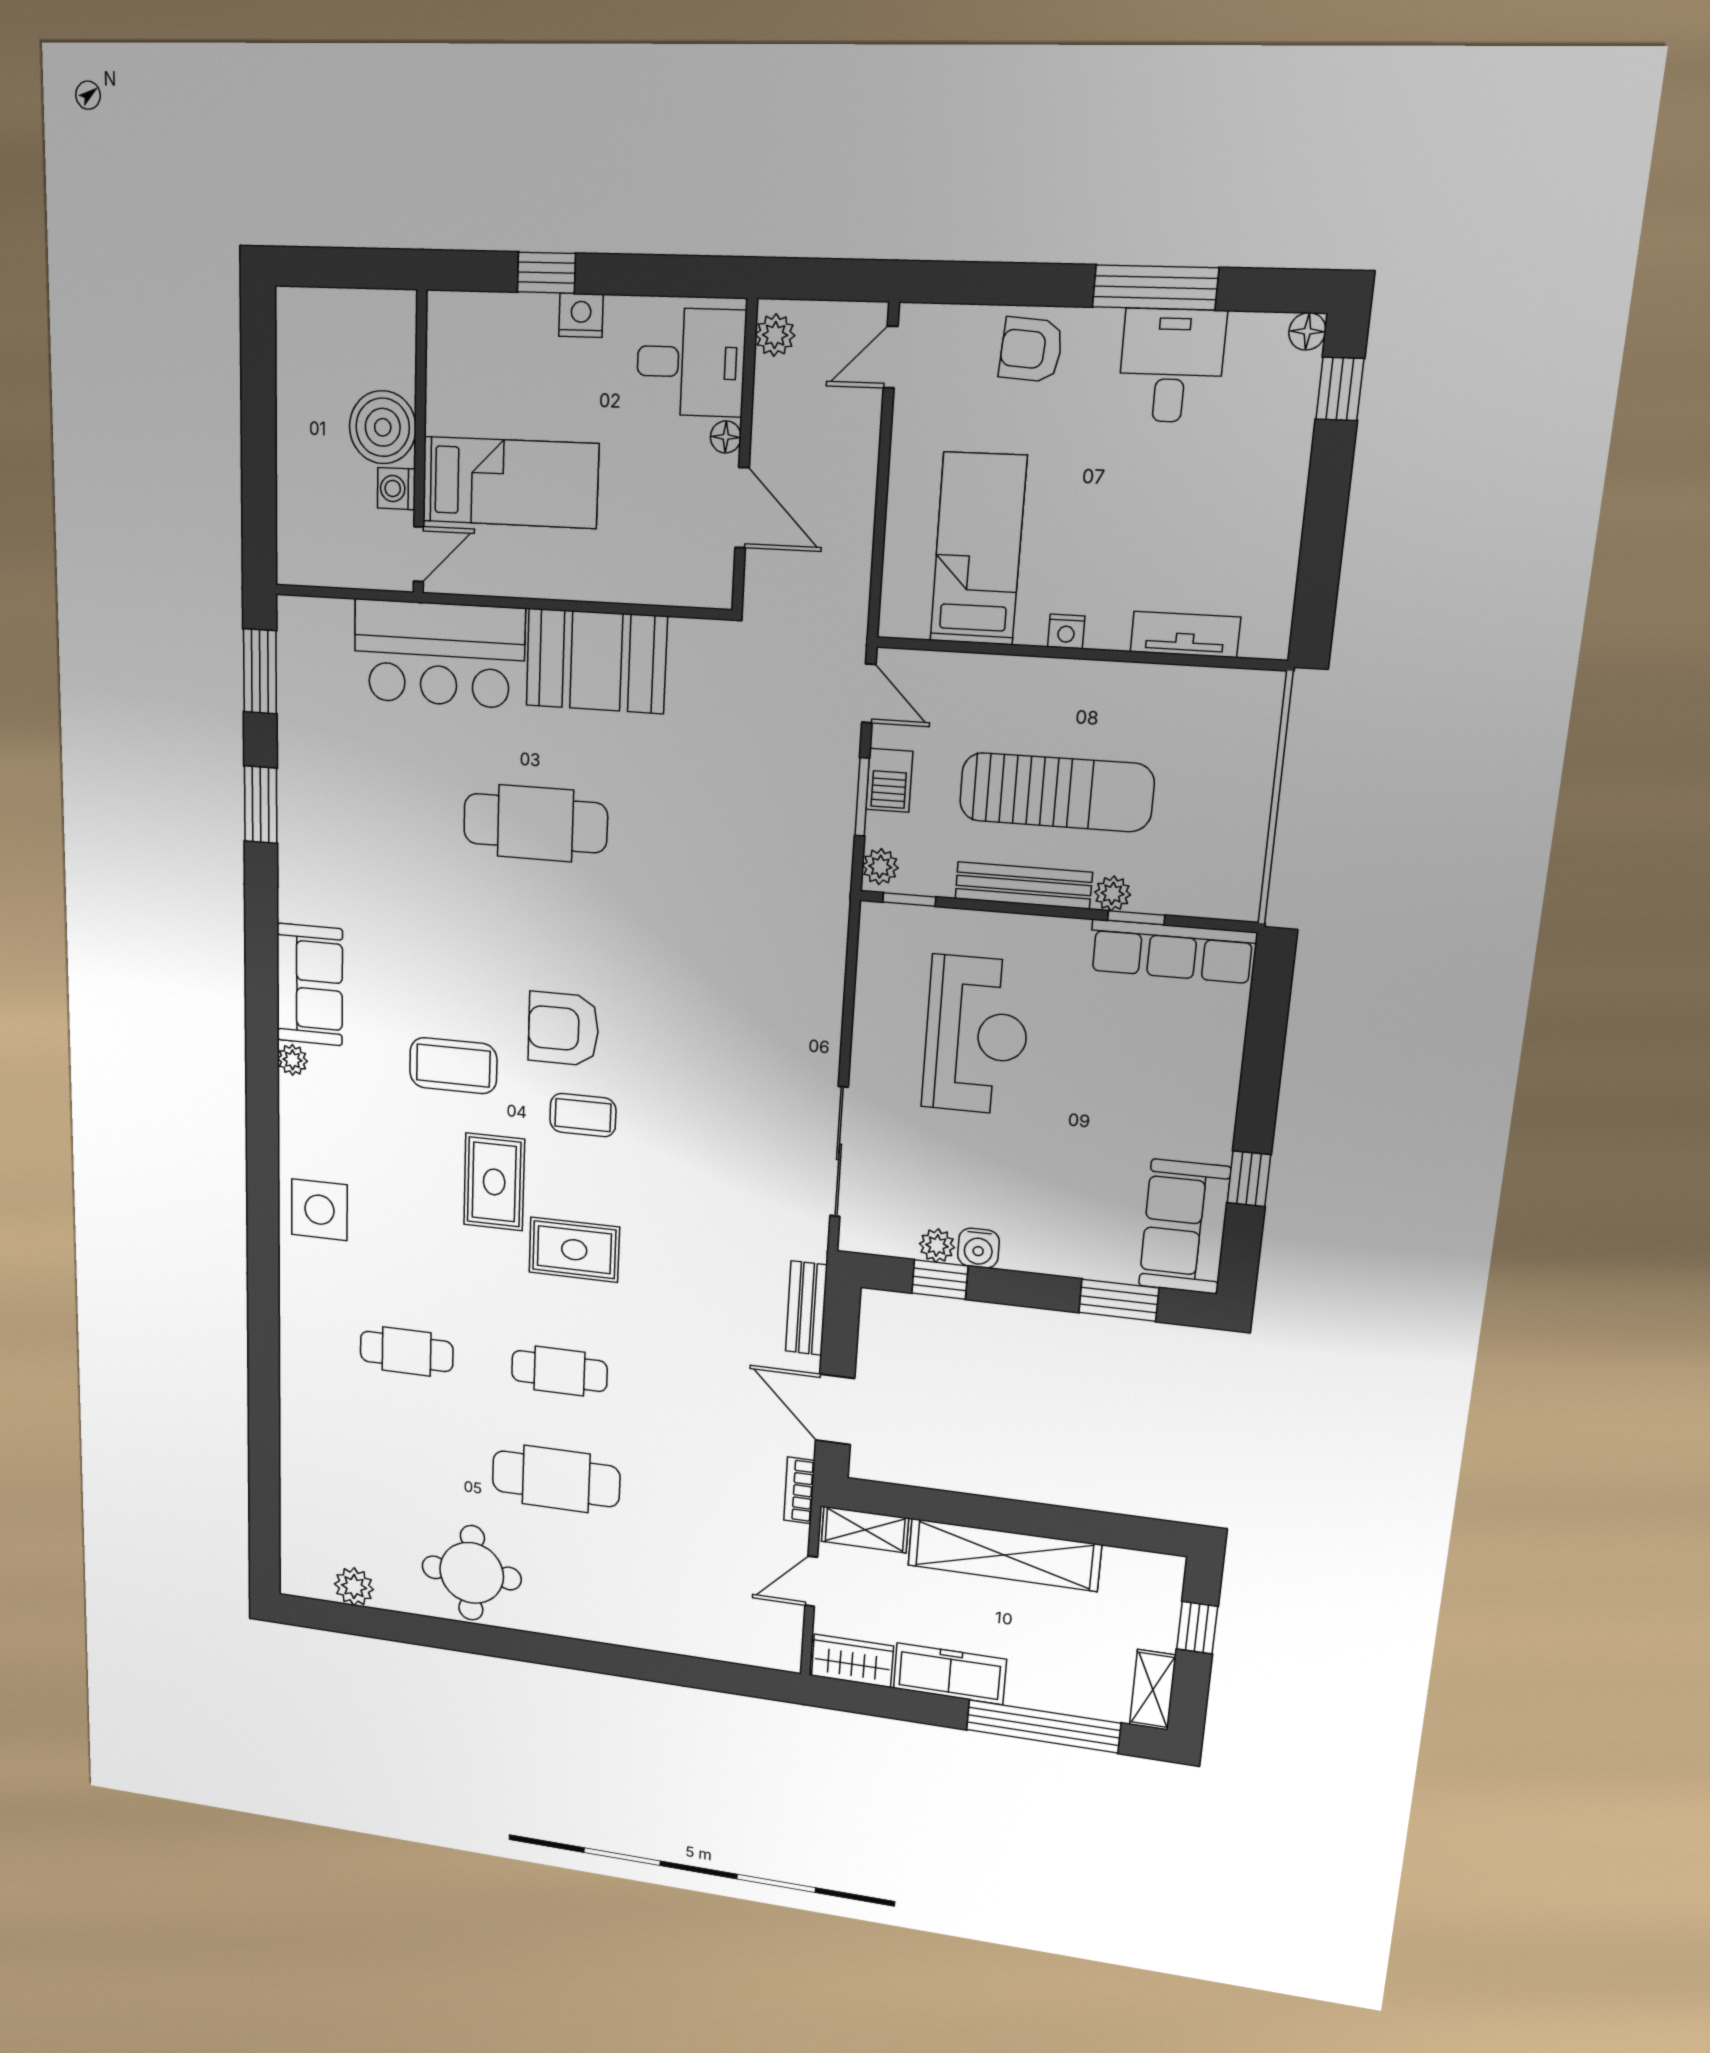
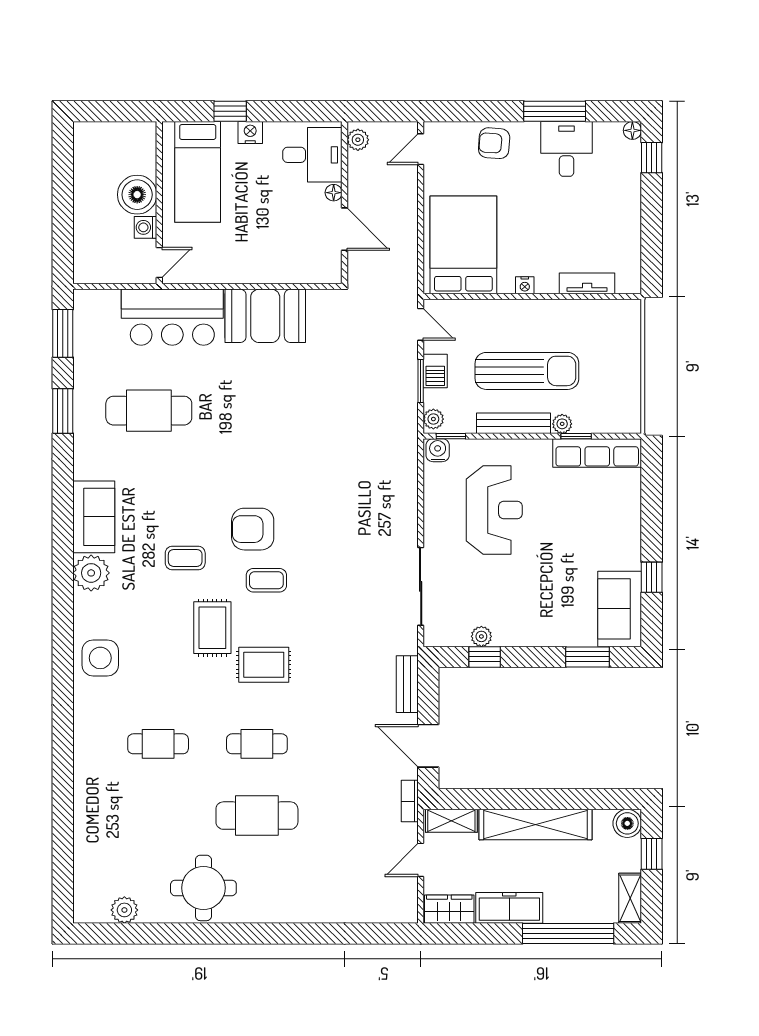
bed: (510, 482) -> (198, 172), moved, turned 90
bed: (978, 549) -> (463, 245), width x1.50
cafe table: (535, 823) -> (149, 411), moved
plant: (292, 1060) -> (91, 573), width x1.88, depth x1.88
coffee table: (453, 1066) -> (185, 558), width x0.73, depth x0.77
water cooler: (978, 1248) -> (438, 450), moved, turned 180
boiler: (1160, 1575) -> (627, 823), added

